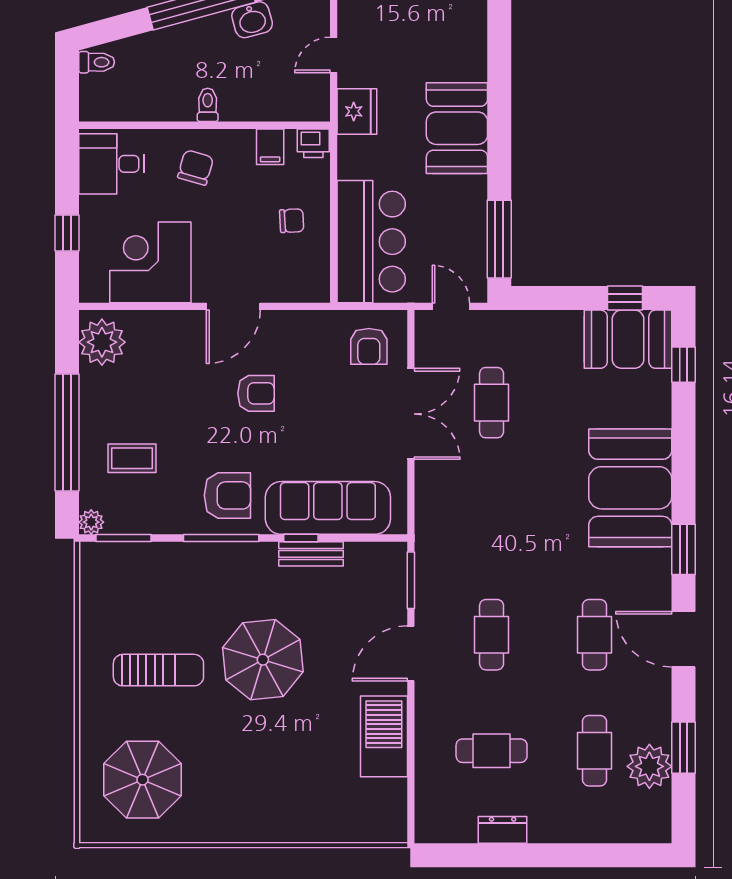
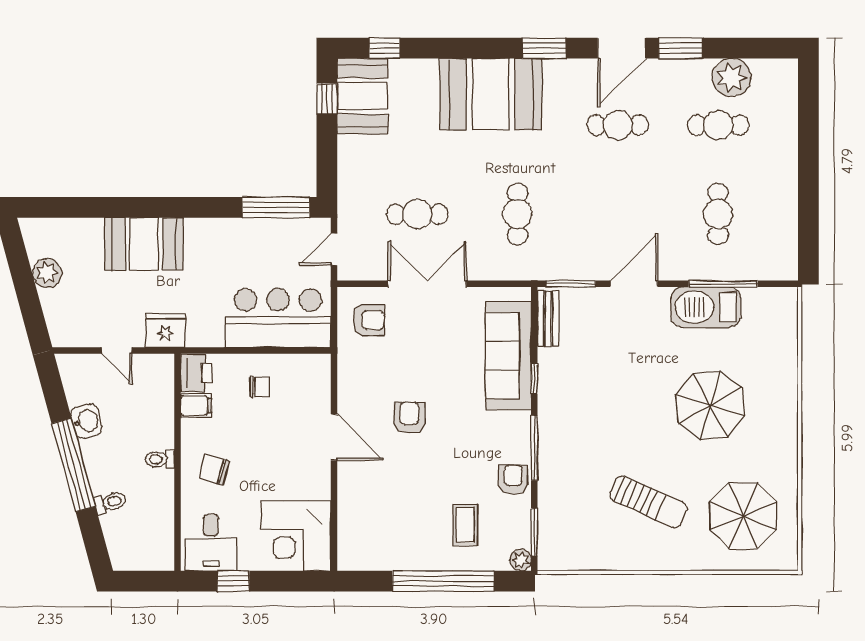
toilet: (97, 62) -> (110, 502), moved, turned 75
booth: (457, 128) -> (144, 244), moved
printer: (313, 143) -> (196, 373), width x1.36, depth x1.24
chair: (292, 221) -> (260, 387), turned 93
window: (67, 233) -> (233, 581), moved
corner desk: (150, 262) -> (296, 536), moved
plant: (102, 342) -> (365, 551), removed
armchair: (227, 495) -> (513, 479), moved, width x0.72, depth x0.72
bench: (311, 554) -> (548, 319), moved
cafe table: (492, 635) -> (518, 214), moved, turned 90
door: (411, 653) -> (634, 284), swing flipped
parasol: (263, 660) -> (710, 405), moved
sun lounger: (158, 670) -> (648, 502), turned 114
window: (684, 748) -> (681, 48), moved
window: (411, 757) -> (723, 284), added
dresser: (503, 830) -> (786, 205), removed

